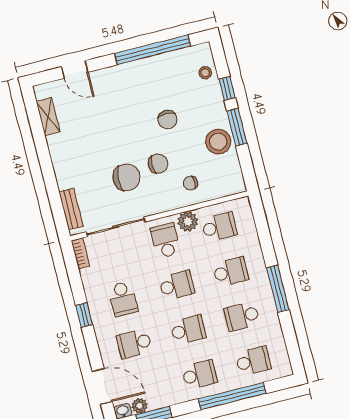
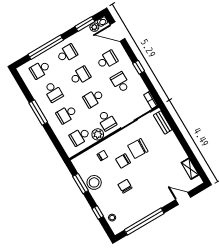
window: (237, 127) -> (81, 184), moved
school desk: (242, 316) -> (53, 92), turned 90
school desk: (188, 330) -> (80, 76), turned 180
school desk: (199, 375) -> (67, 54), turned 180

